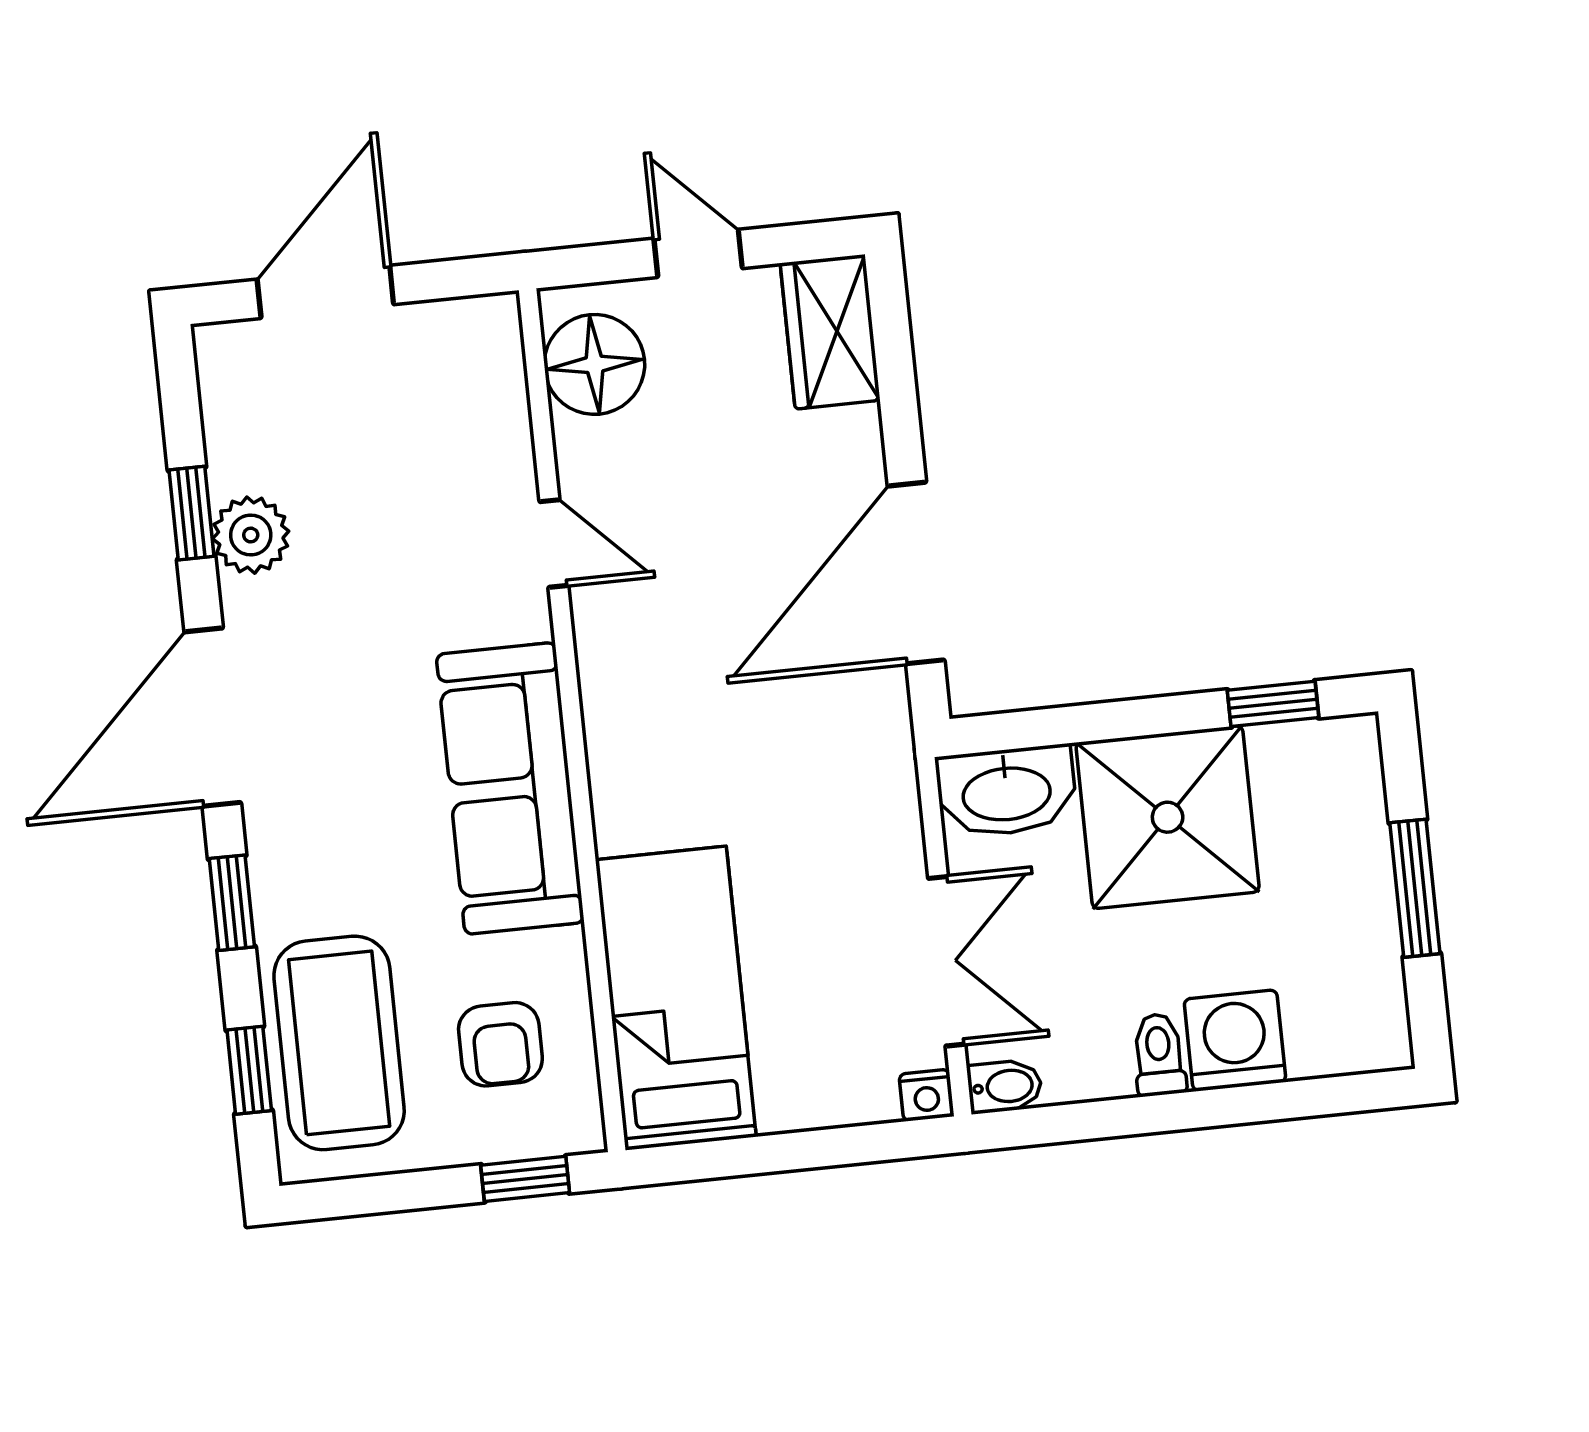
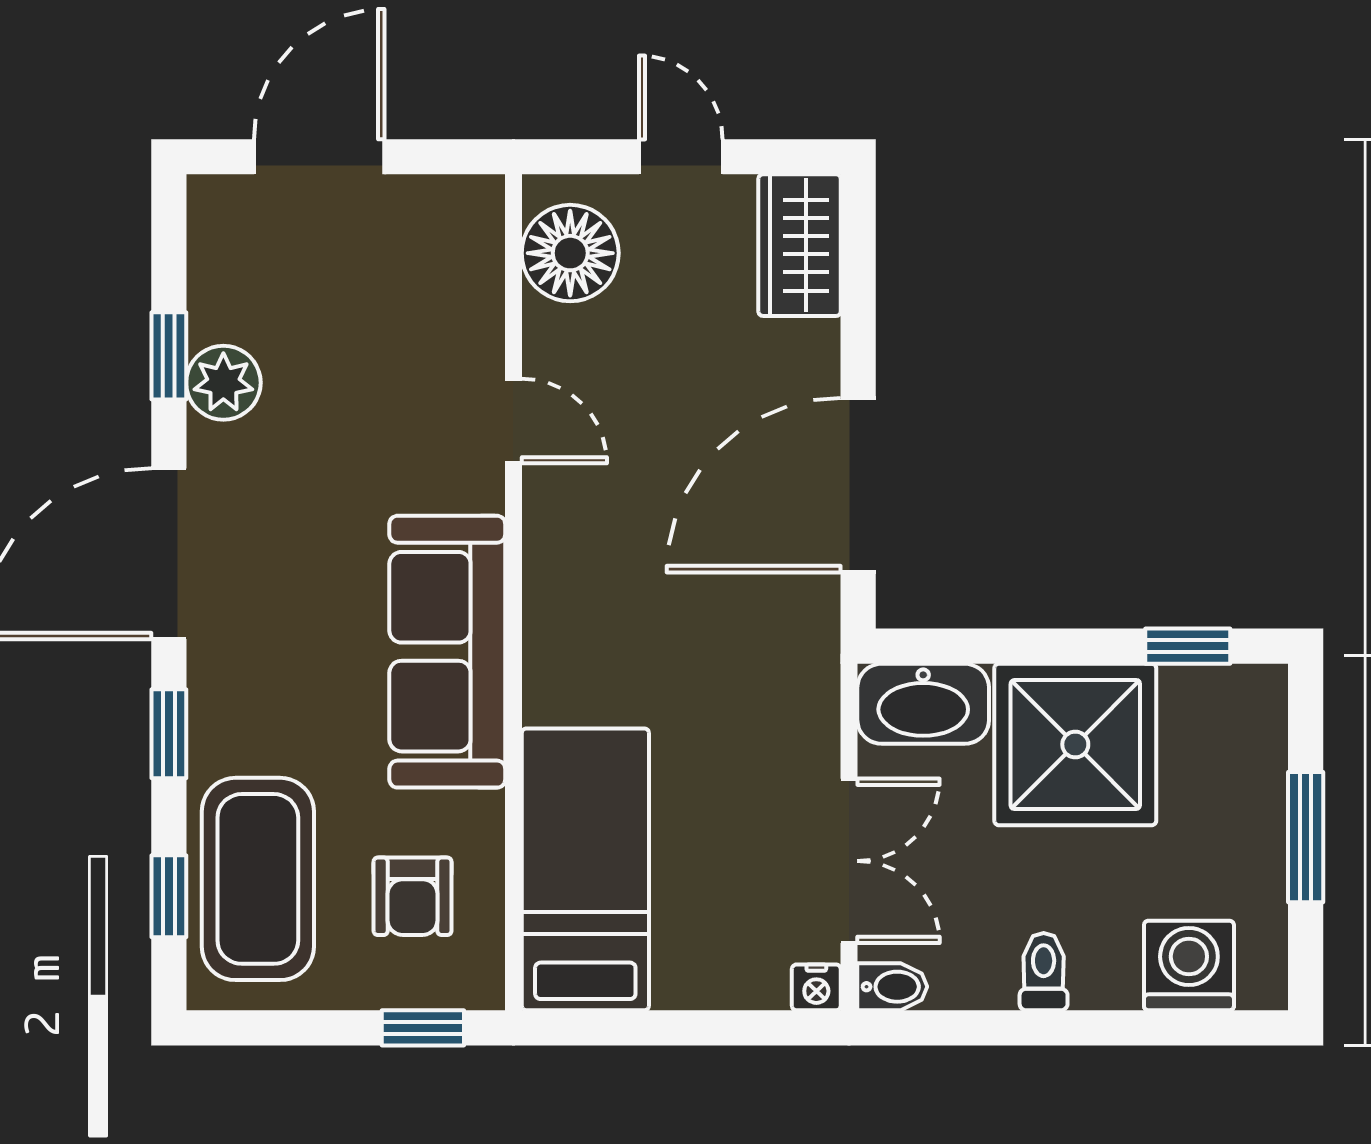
washing machine: (1235, 1041) -> (1189, 965), moved

